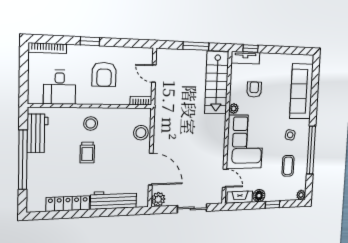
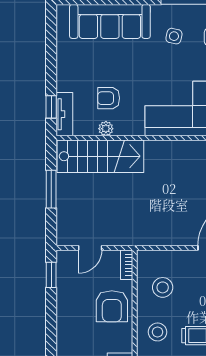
window: (90, 41) -> (51, 275), moved
armchair: (104, 74) -> (112, 306), moved, turned 90
plant: (234, 109) -> (106, 129), moved
stool: (141, 133) -> (163, 287), moved

